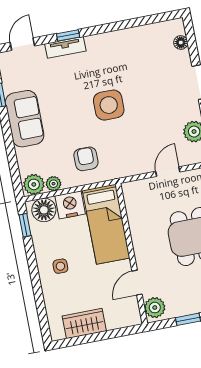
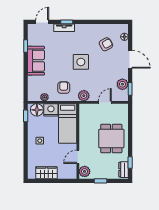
armchair: (149, 63) -> (106, 44), added
plant: (34, 184) -> (84, 96), moved

